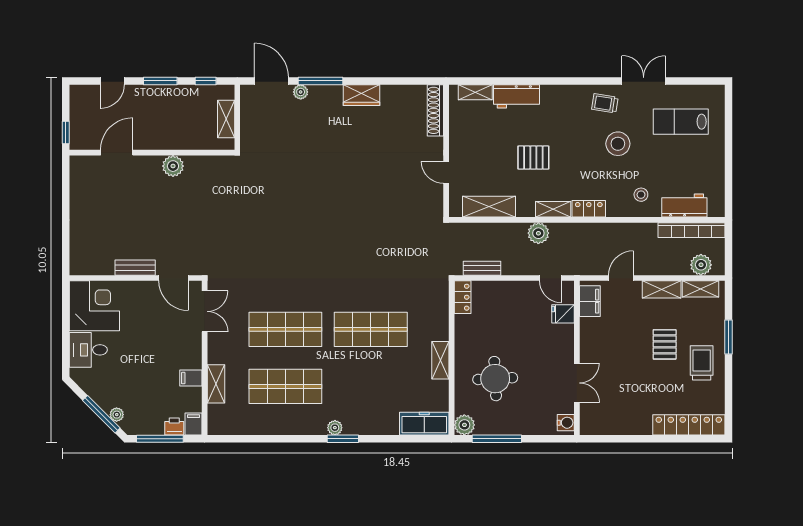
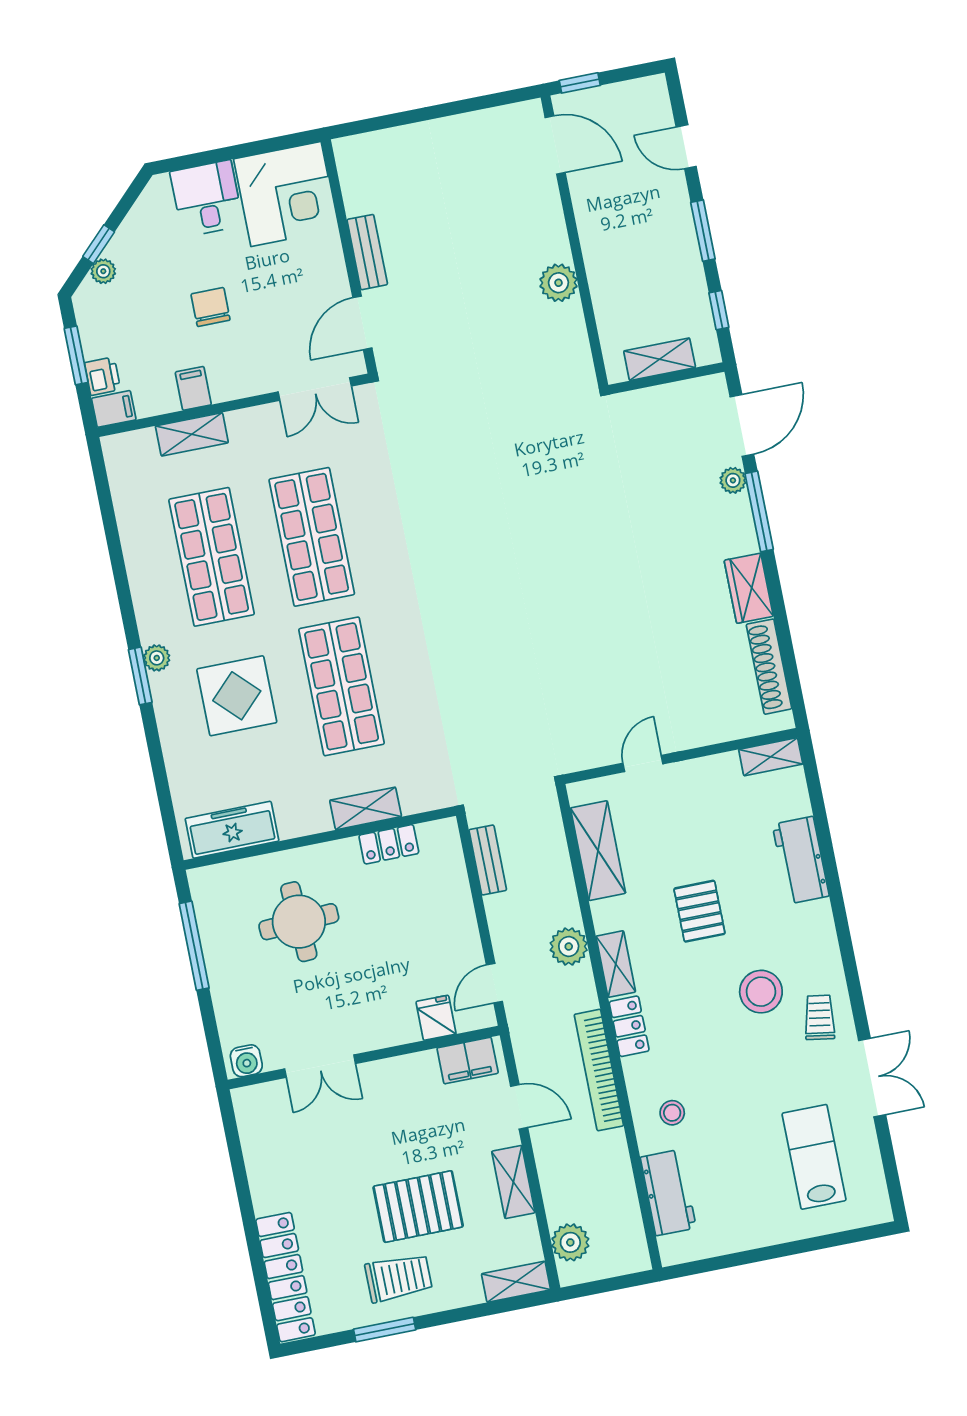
shelving: (475, 92) -> (771, 757), moved, turned 90
shoe rack: (435, 110) -> (769, 667), moved, turned -90
stool: (618, 144) -> (761, 992), moved
door: (117, 153) -> (555, 145), moved
bookcase: (692, 230) -> (599, 1070), moved
shelving: (700, 289) -> (516, 1282), moved, turned 90
locker: (463, 297) -> (389, 844), moved
window: (728, 337) -> (385, 1330), moved
pallet: (665, 344) -> (418, 1207), width x1.50, depth x1.42
chair: (148, 360) -> (211, 307), added
shelving: (440, 360) -> (366, 808), moved
display table: (364, 388) -> (237, 696), added
window: (101, 414) -> (99, 244), width x0.46
freezer: (424, 424) -> (232, 830), moved, turned -90
plant: (464, 425) -> (207, 884), removed
window: (160, 439) -> (76, 355), width x0.69

